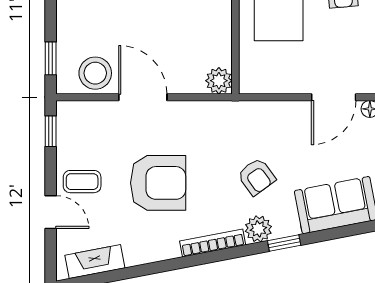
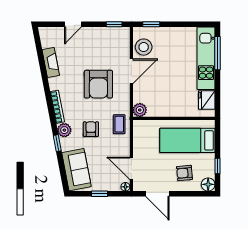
armchair: (257, 177) -> (91, 129), turned 126
coffee table: (82, 182) -> (119, 124), moved
armchair: (158, 183) -> (98, 84), moved
fireplace: (95, 262) -> (51, 63), moved

